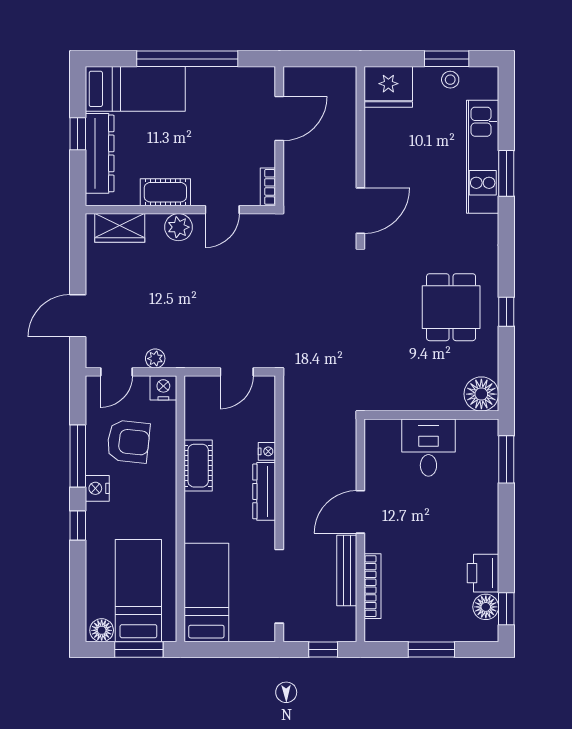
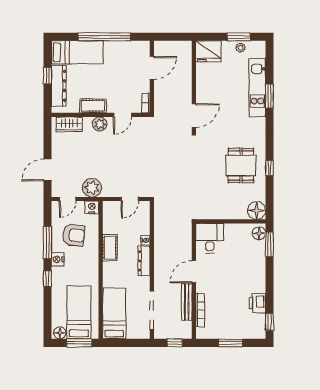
plant: (155, 359) -> (92, 188), width x1.88, depth x1.88
desk: (428, 448) -> (210, 238), moved
floor lamp: (486, 607) -> (259, 233), moved

